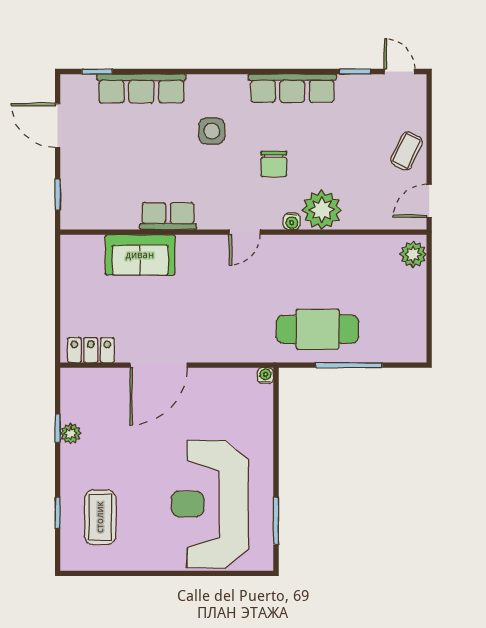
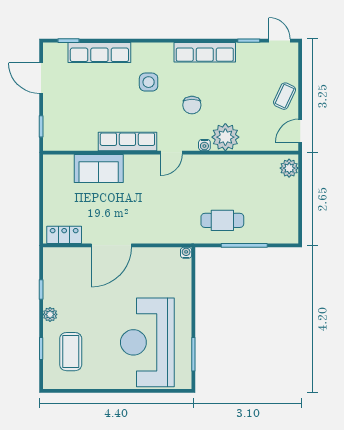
row of seats: (168, 216) -> (127, 141), width x1.48
cafe table: (317, 329) -> (222, 220), width x0.73, depth x0.74
plant: (71, 433) -> (50, 314), moved

